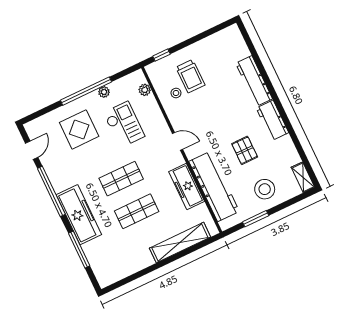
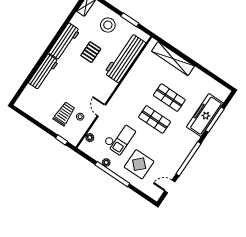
workbench: (272, 120) -> (64, 42), width x1.38
checkout: (124, 125) -> (119, 138), turned 180
door: (178, 141) -> (101, 110), moved
freezer: (187, 186) -> (135, 75), removed
freezer: (79, 215) -> (205, 115), moved

